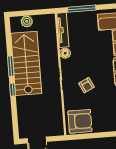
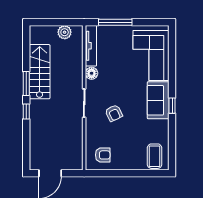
plant: (27, 21) -> (65, 32), moved
stairs: (26, 63) -> (40, 72), width x0.73, depth x0.66
armchair: (80, 121) -> (103, 155), width x0.53, depth x0.53

